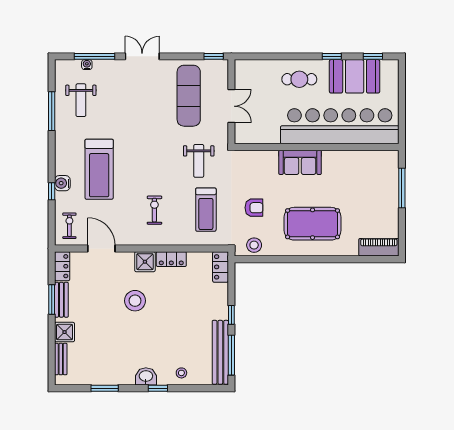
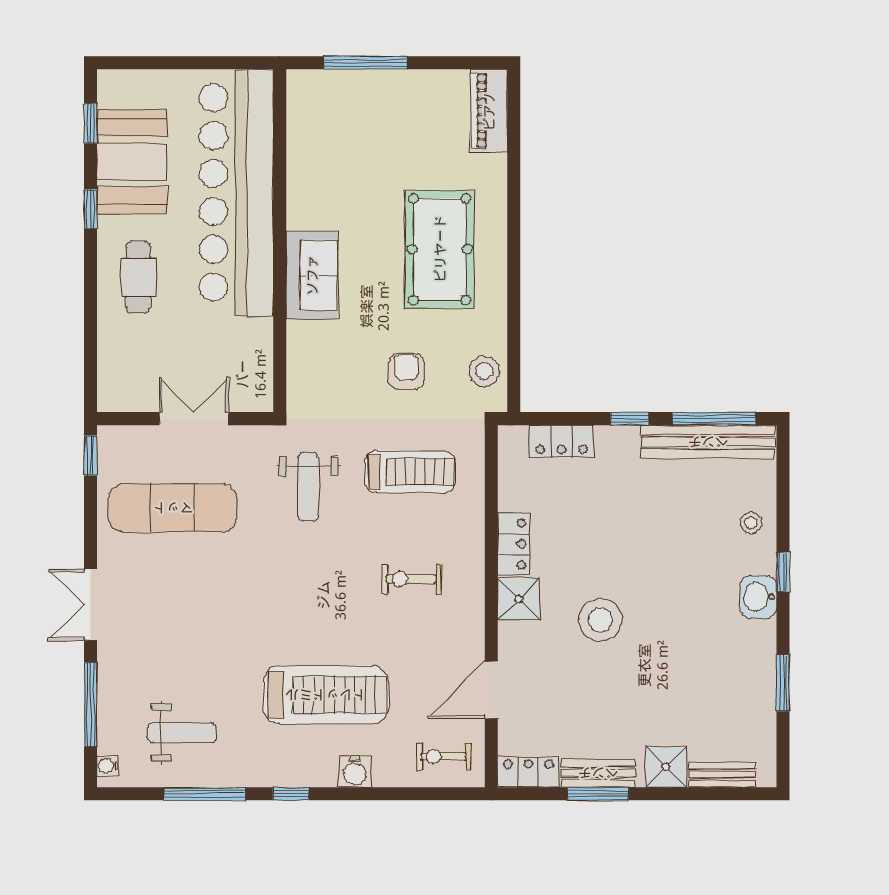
water cooler: (87, 65) -> (108, 766), moved
weight bench: (199, 161) -> (309, 487), turned 90
window: (52, 191) -> (291, 794), moved
locker: (221, 267) -> (562, 441), moved

